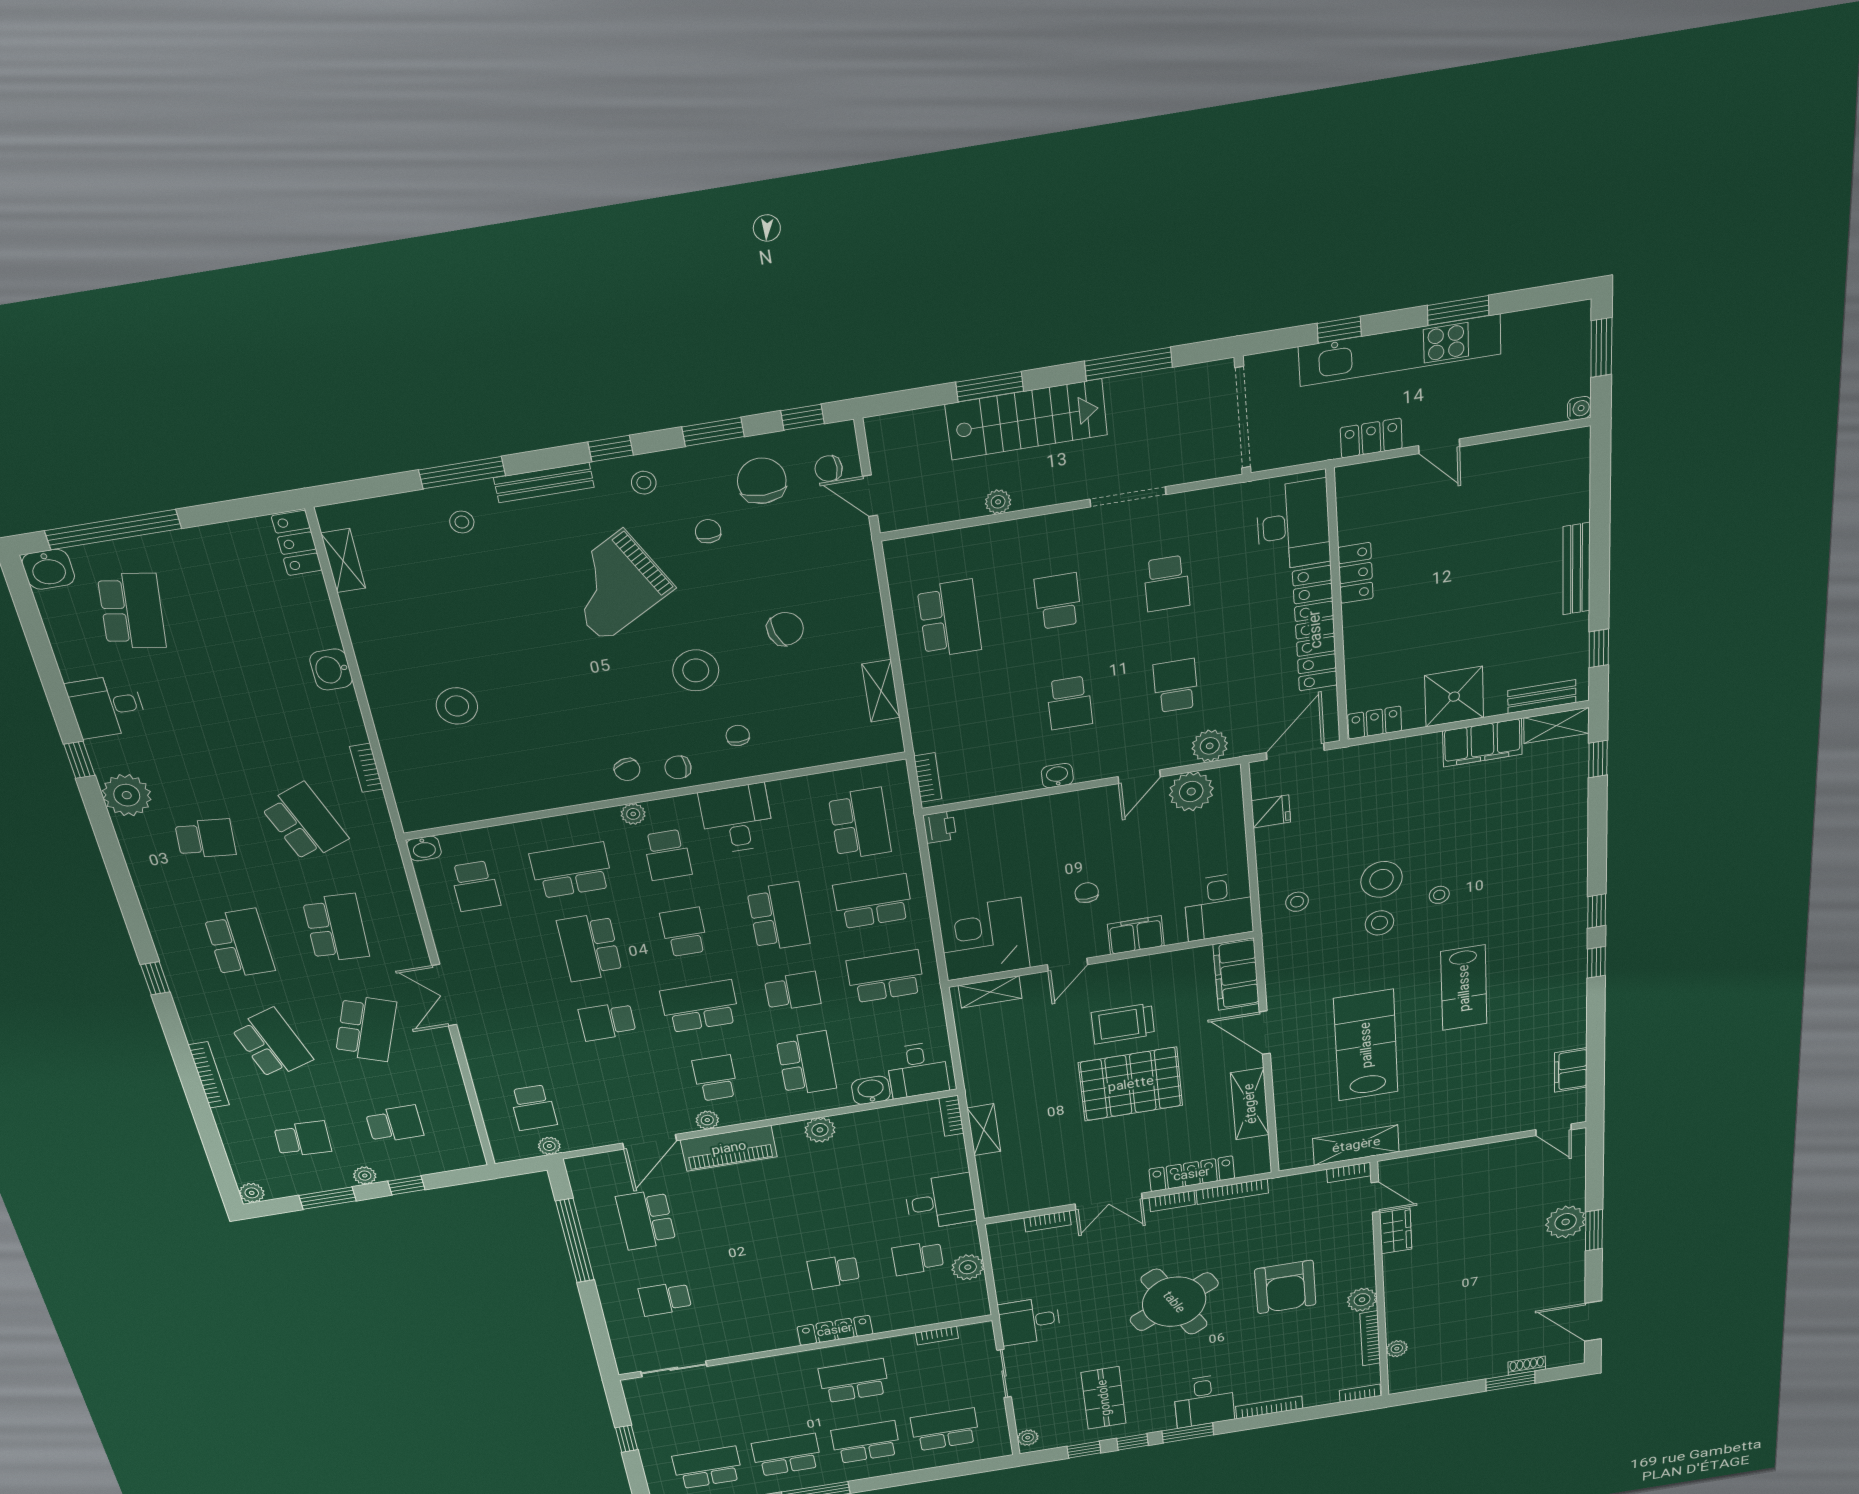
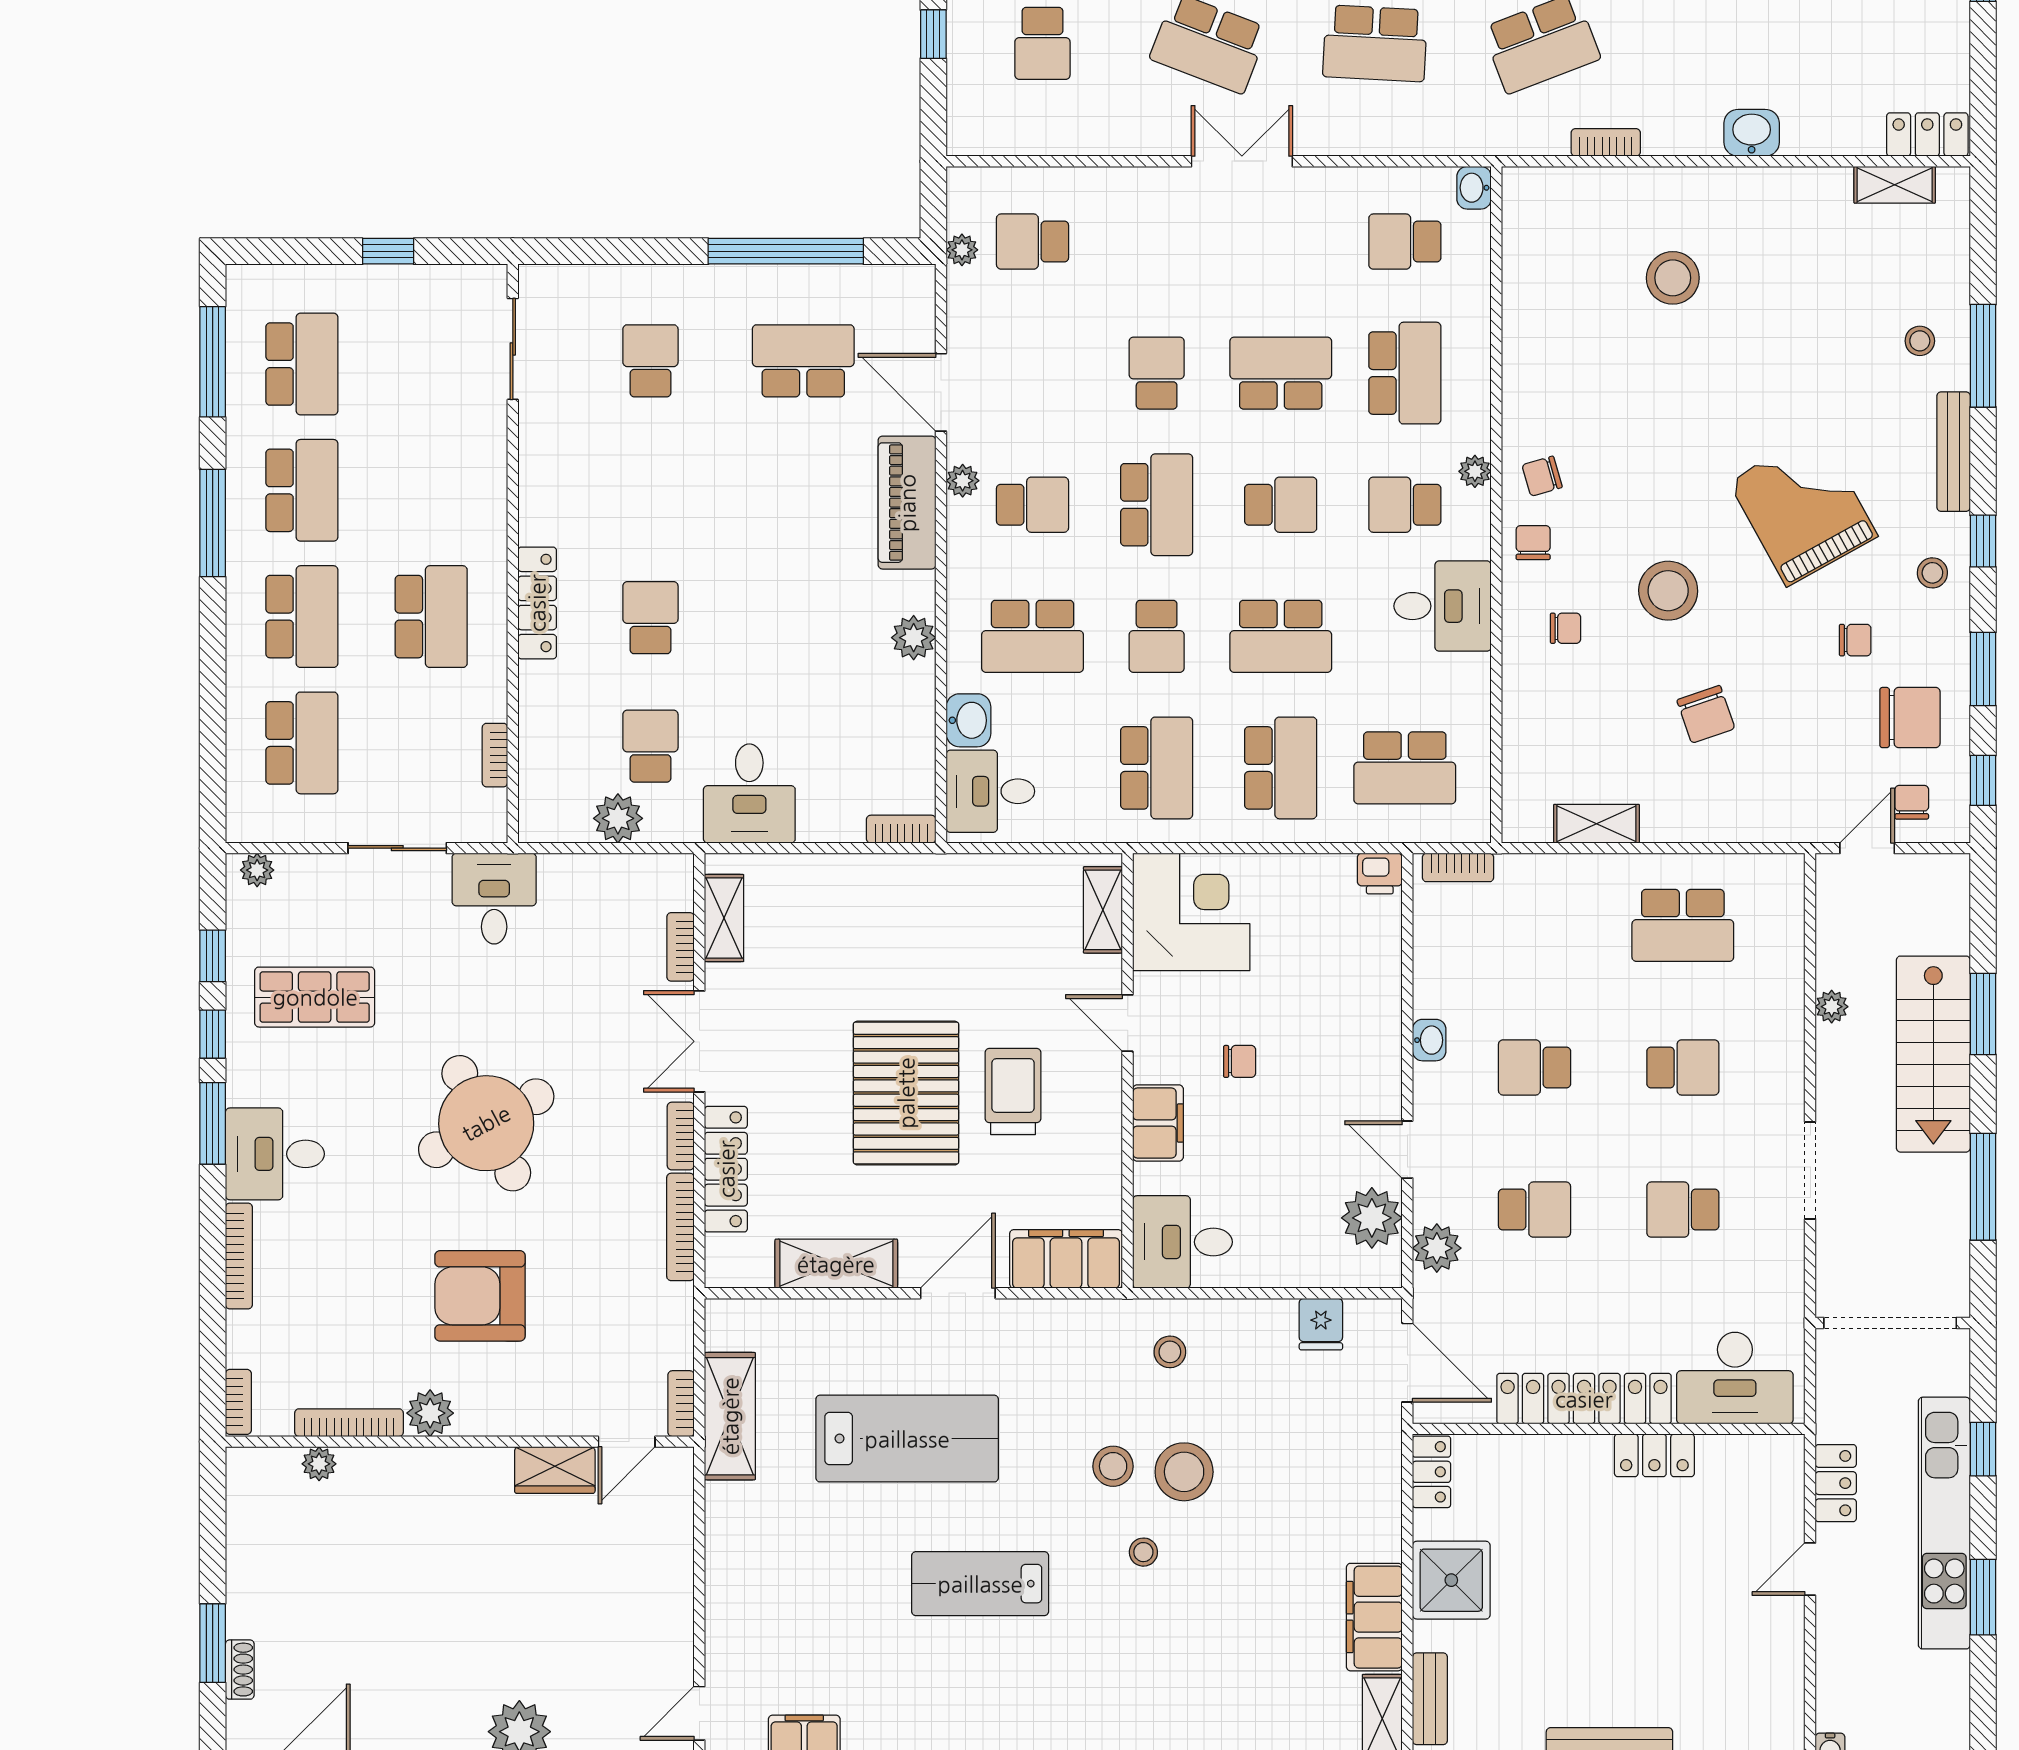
shelving: (984, 1130) -> (724, 918), moved, turned 90

